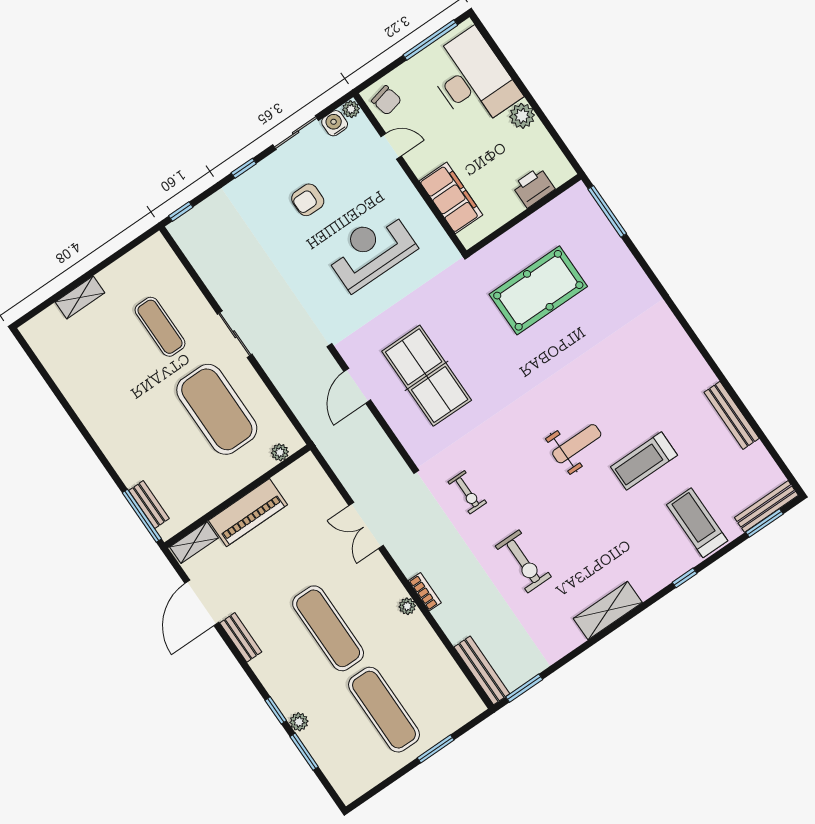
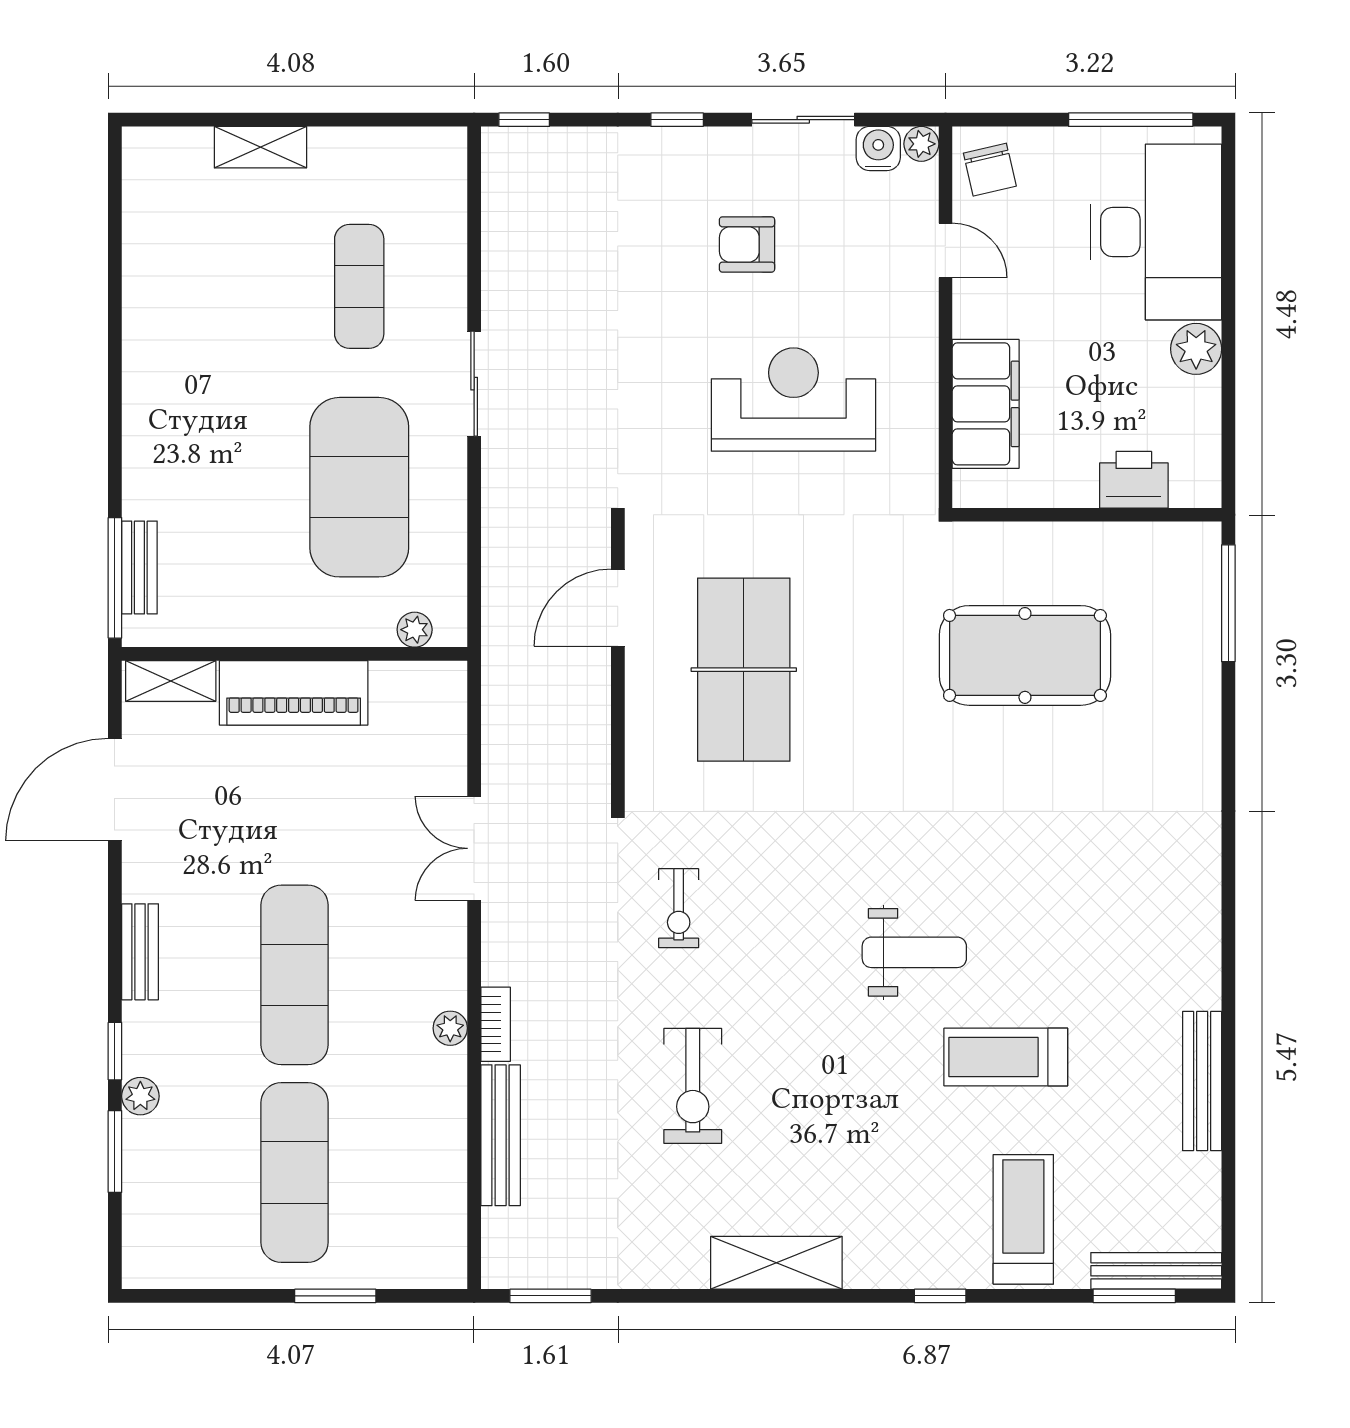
bench: (241, 637) -> (140, 952), moved
bench: (482, 670) -> (501, 1135), moved

